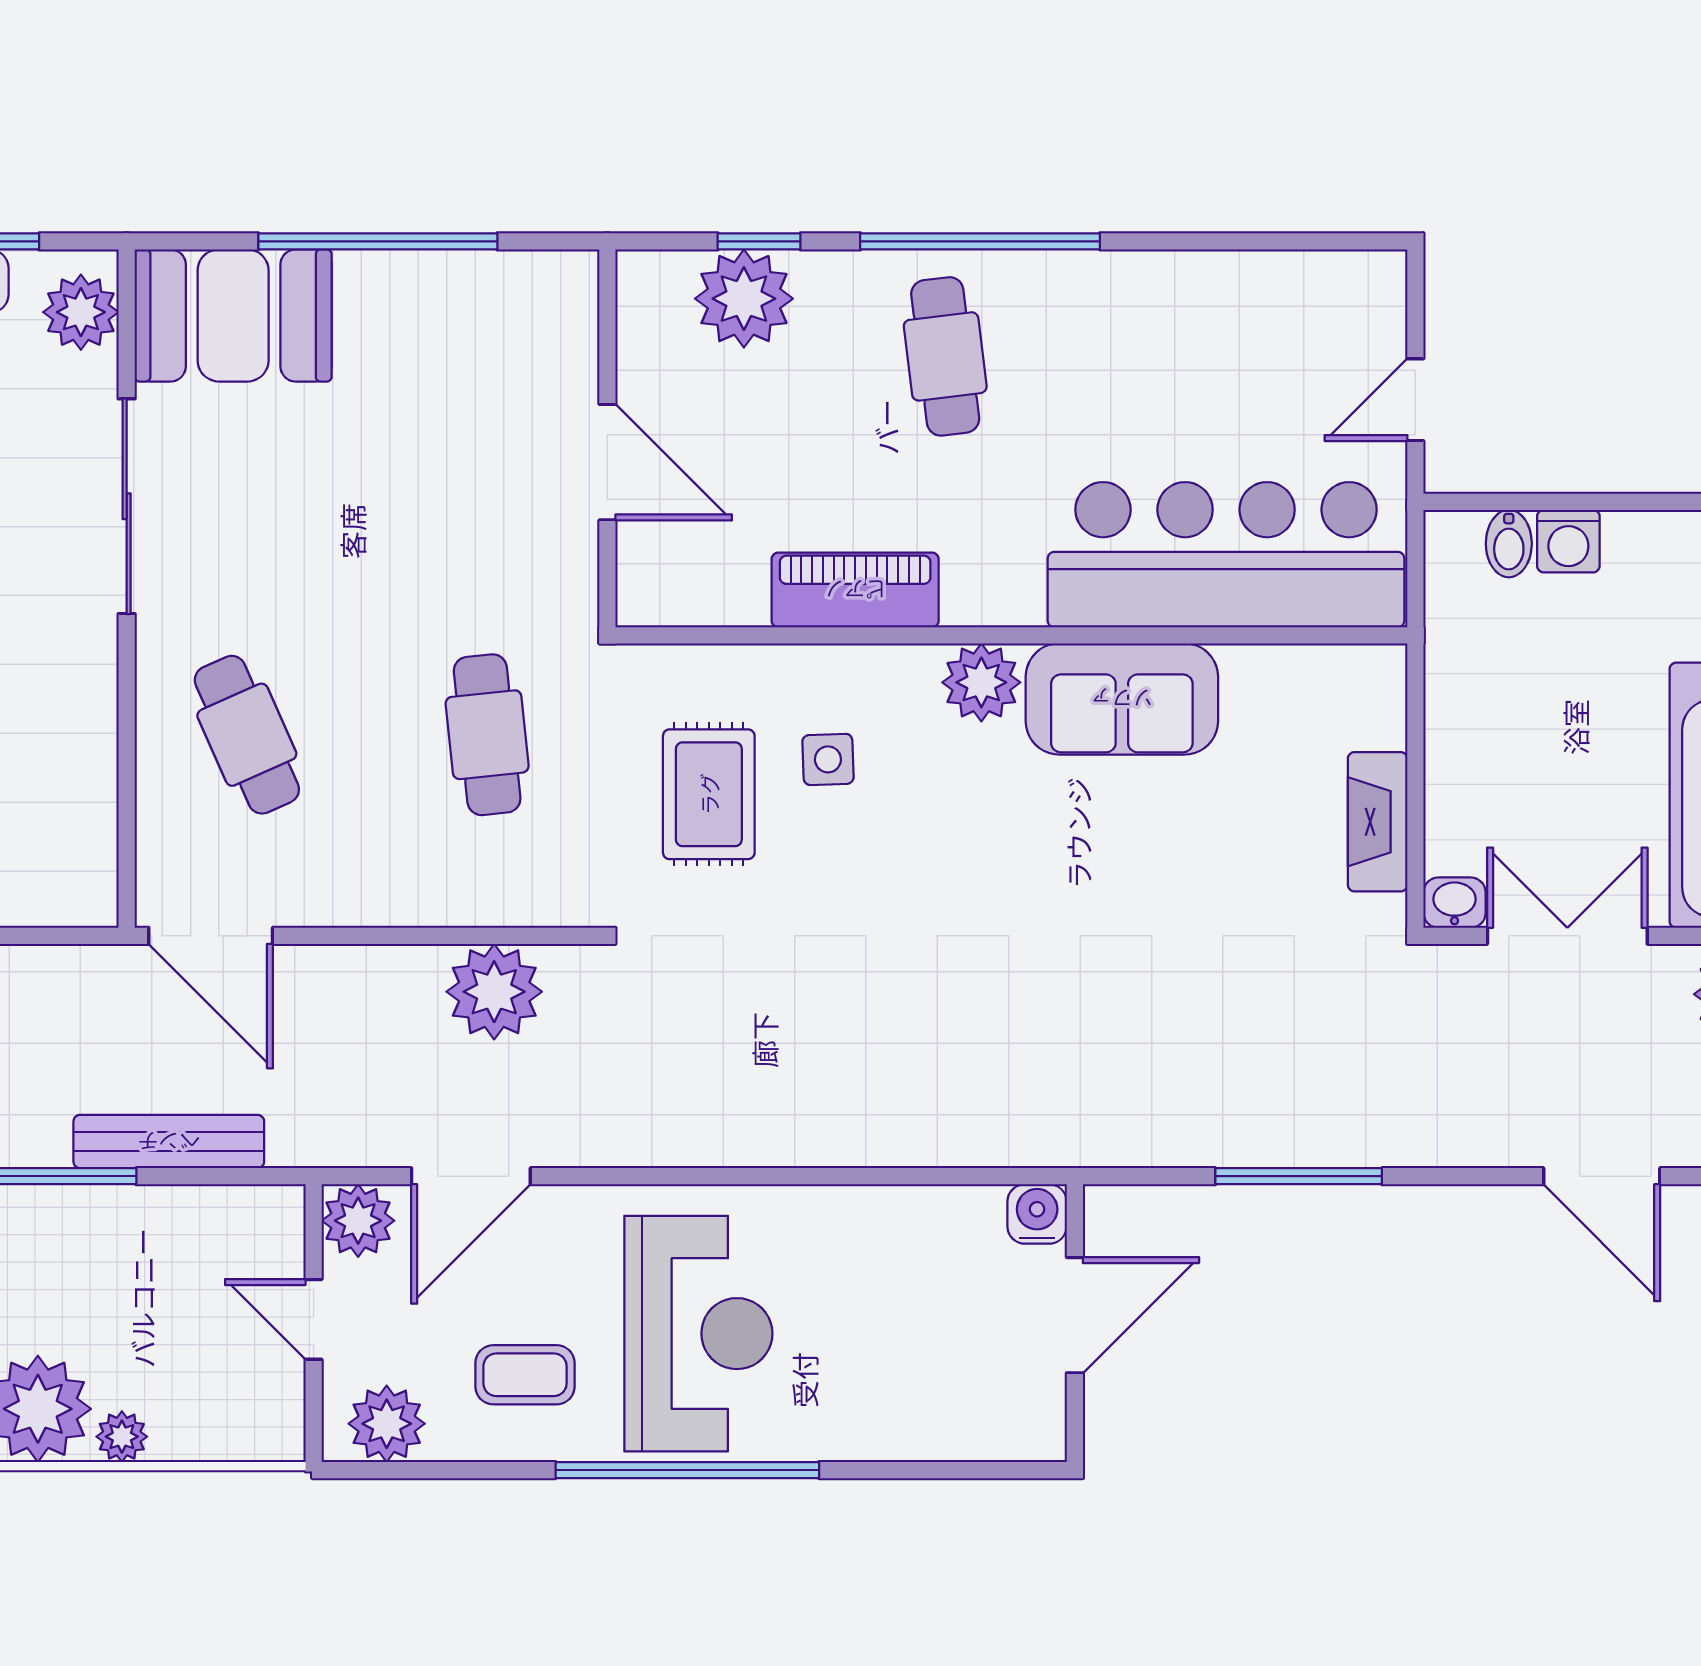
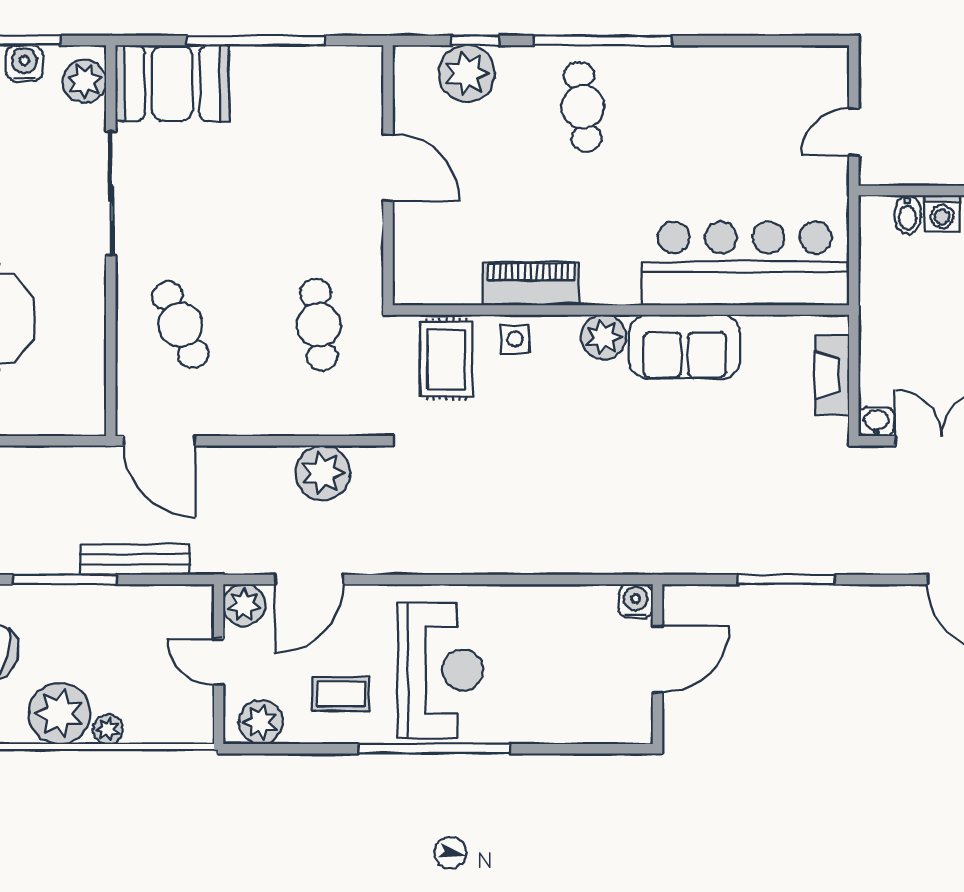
bar counter: (1226, 555) -> (745, 263), moved
piano: (855, 590) -> (531, 284), moved
wall: (1011, 635) -> (621, 310), moved
plant: (981, 682) -> (604, 337), moved
sofa: (1122, 699) -> (685, 347), moved

